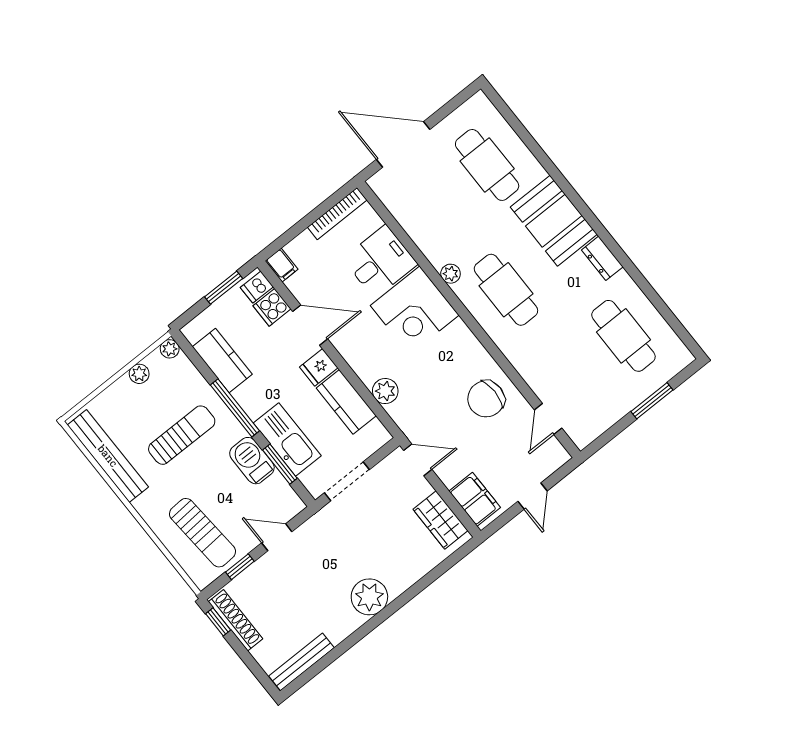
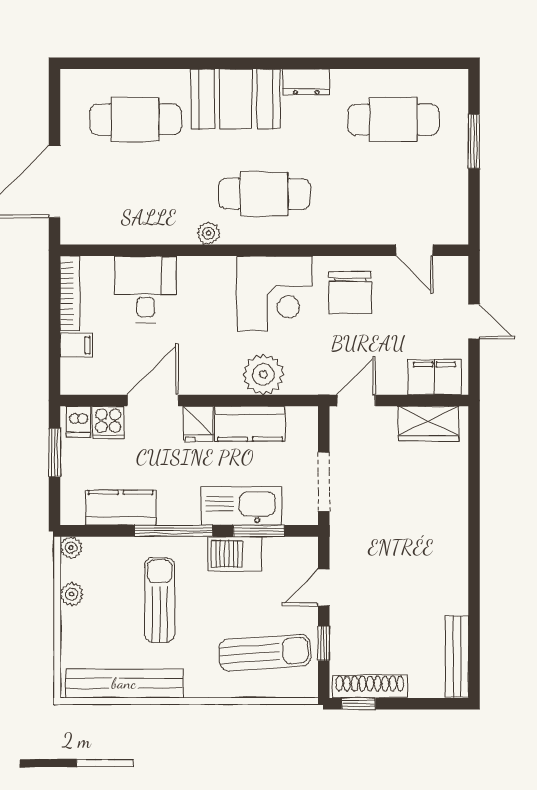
filing cabinet: (282, 265) -> (76, 345), moved
corner desk: (415, 310) -> (275, 293), moved
plant: (385, 391) -> (263, 374), width x1.36, depth x1.36
plant: (369, 597) -> (447, 546), removed

